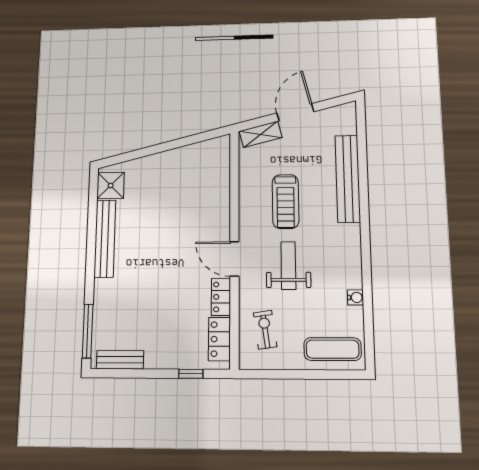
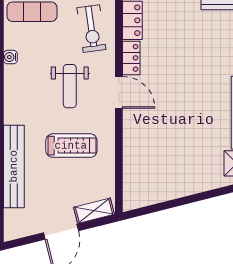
treadmill: (286, 201) -> (71, 146), turned 90
exercise bike: (265, 330) -> (91, 29), width x1.38, depth x1.39

